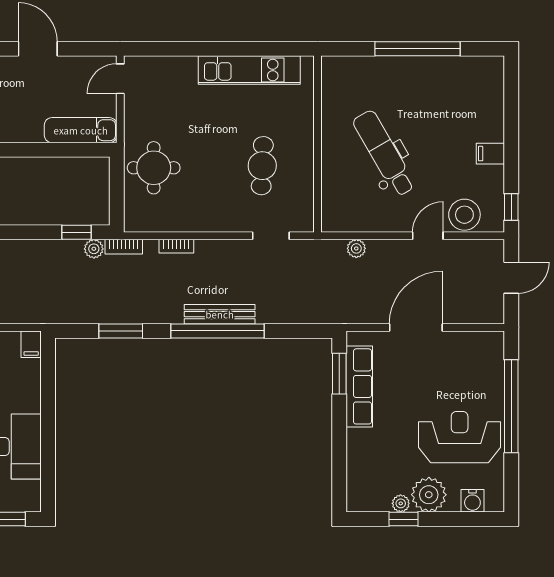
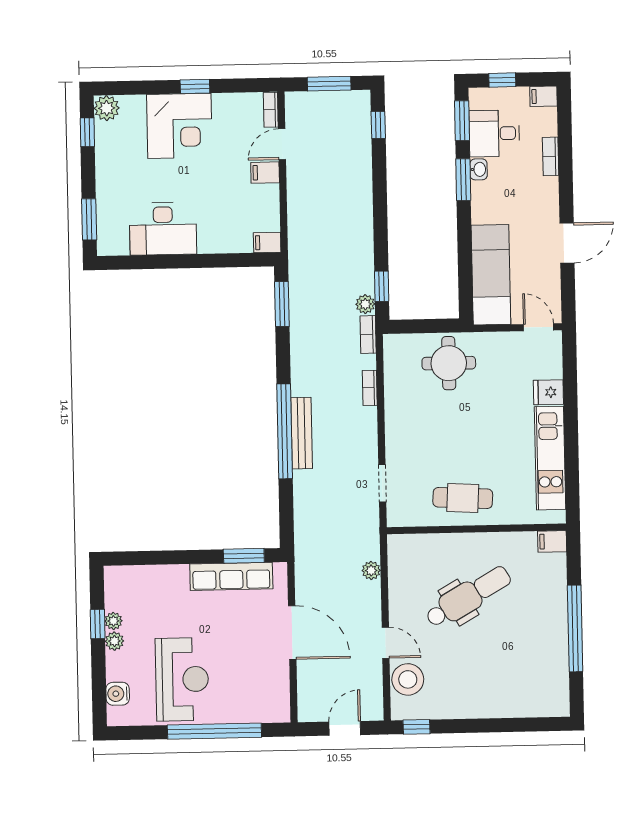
fridge: (184, 70) -> (548, 392), added
exam couch: (81, 130) -> (491, 275), width x1.36, depth x1.45
filing cabinet: (490, 154) -> (552, 541), moved, turned -90
cafe table: (262, 166) -> (463, 498), moved
door: (511, 278) -> (345, 728), swing flipped
window: (121, 331) -> (282, 304), moved
plant: (429, 495) -> (114, 641), width x0.53, depth x0.53

